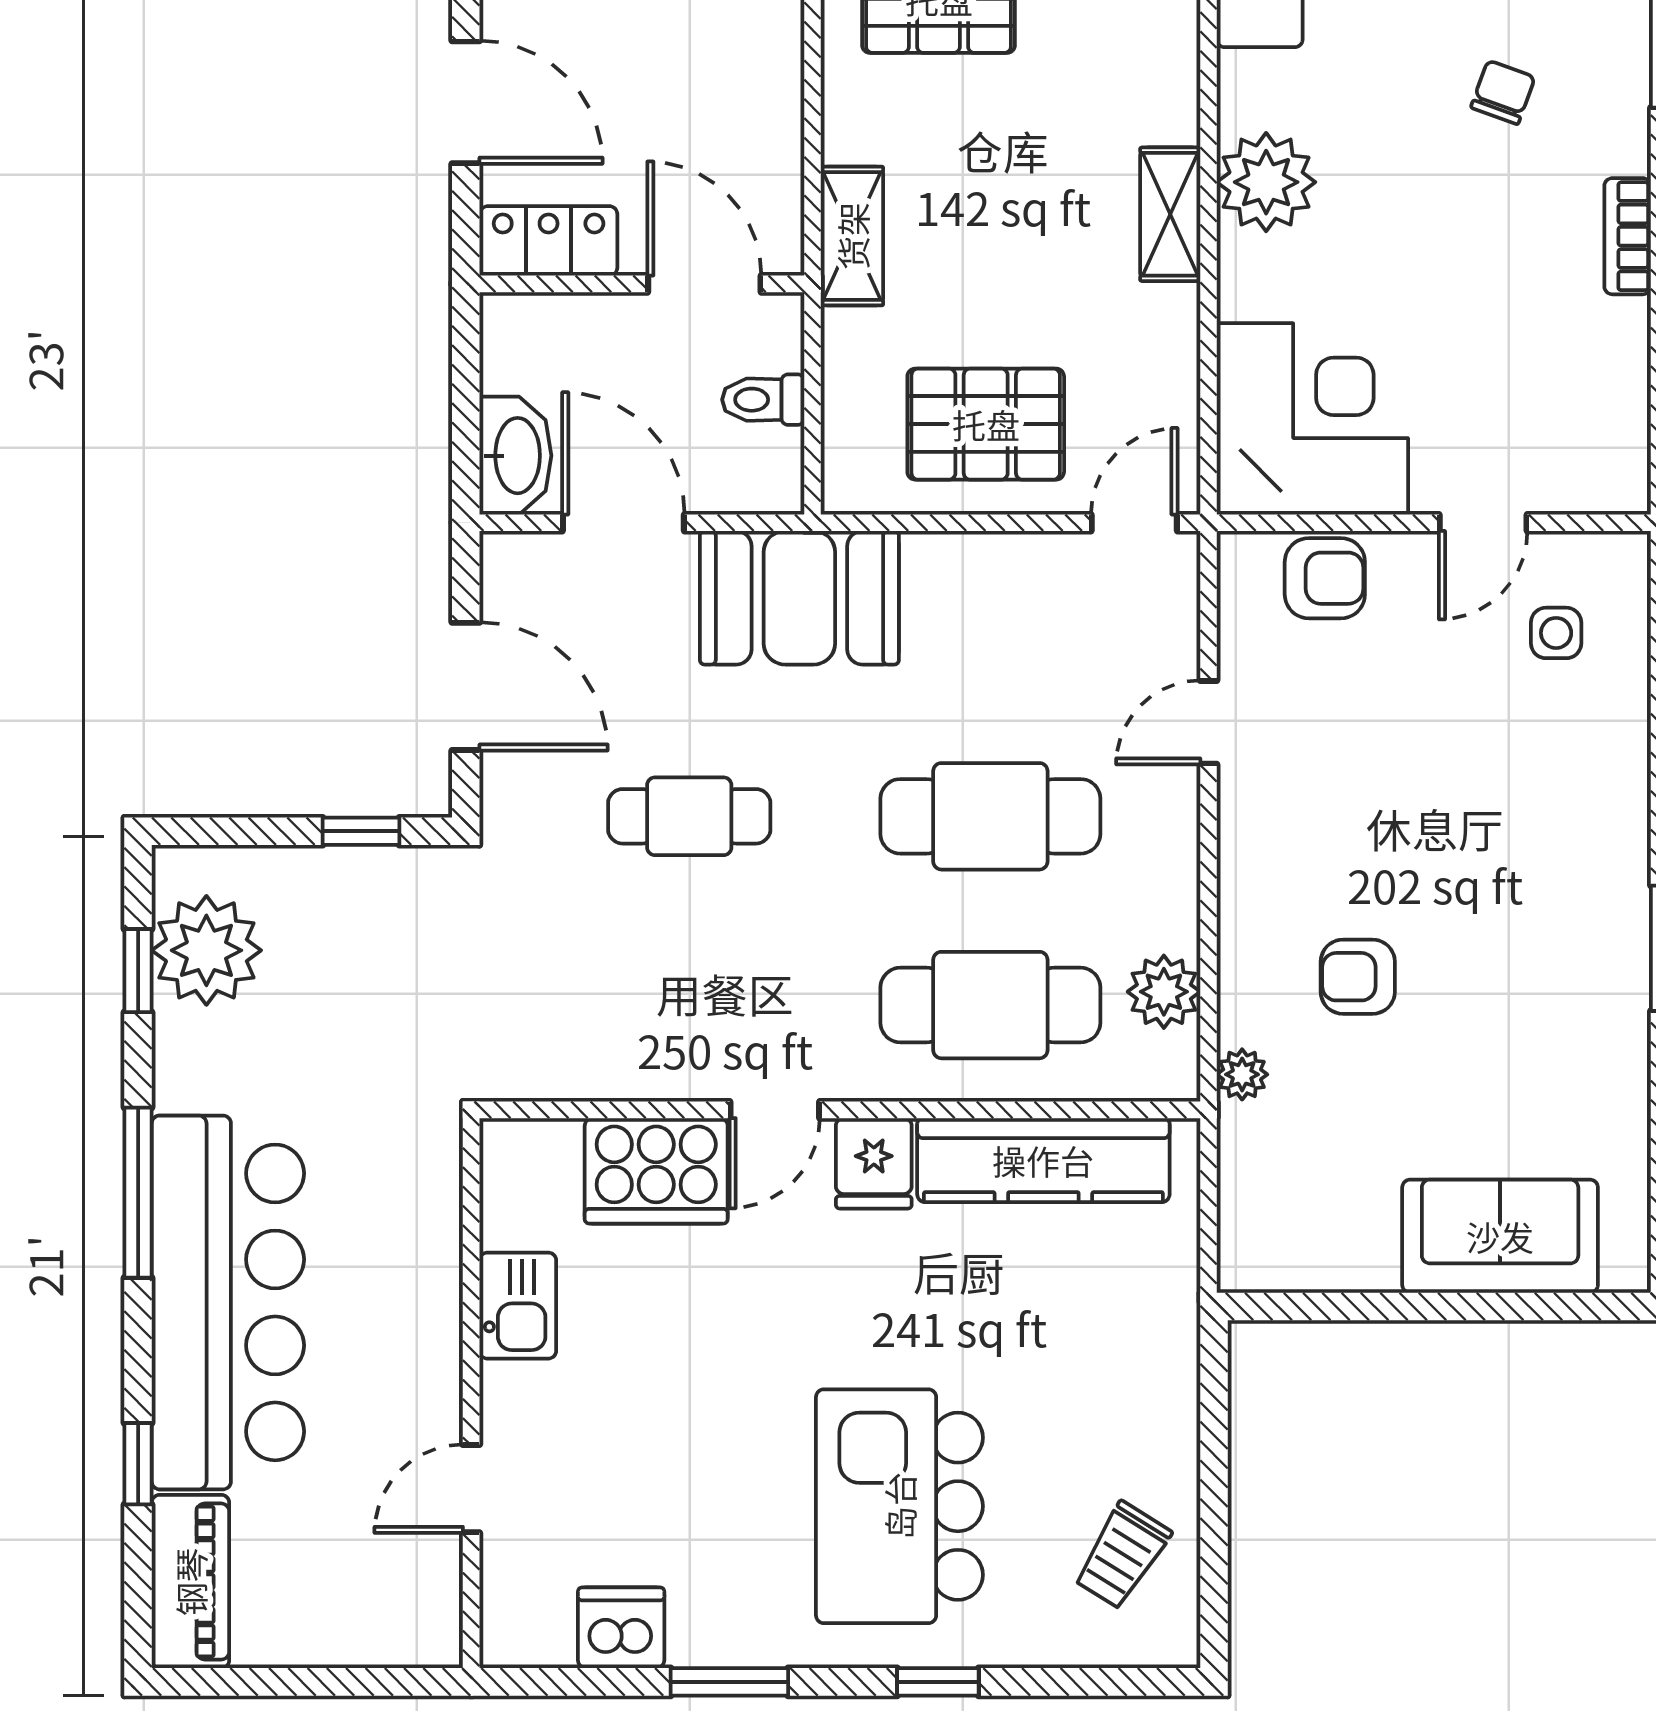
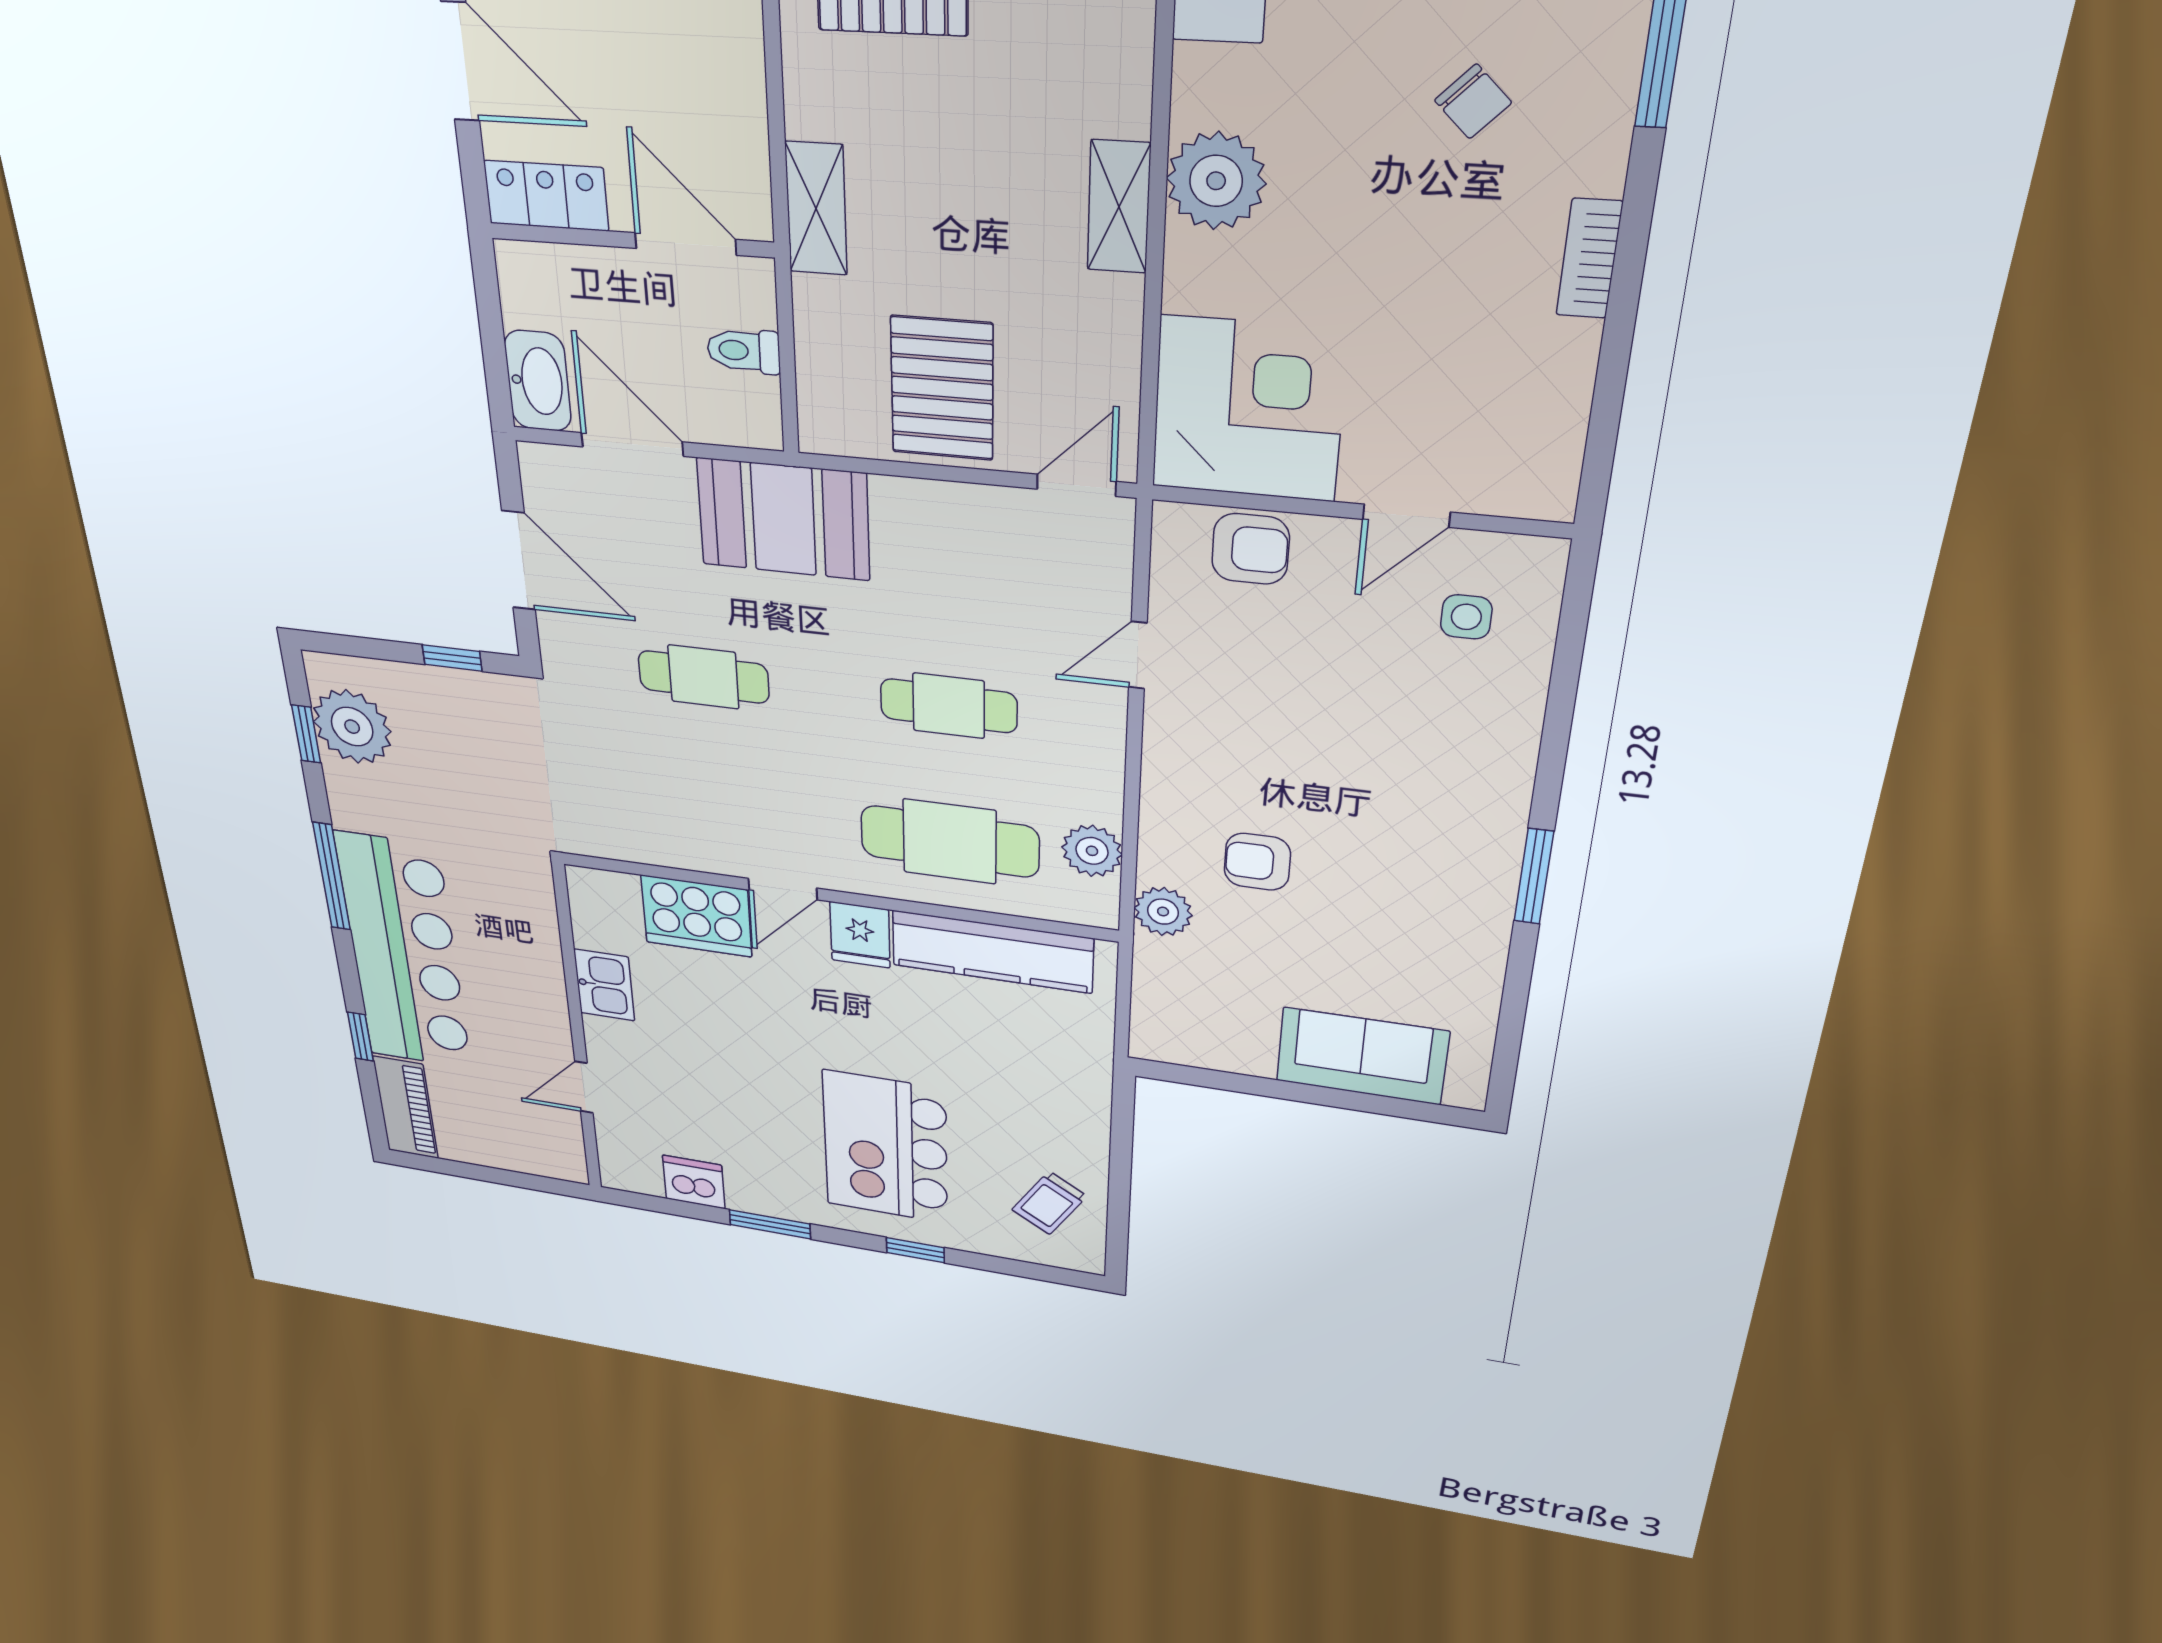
chair: (1503, 92) -> (1473, 101), turned 114
pallet: (986, 424) -> (942, 388), turned 90
cafe table: (990, 816) -> (949, 706), width x0.73, depth x0.74
plant: (1242, 1074) -> (1163, 912), width x1.38, depth x1.38

